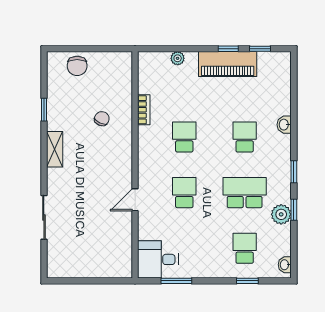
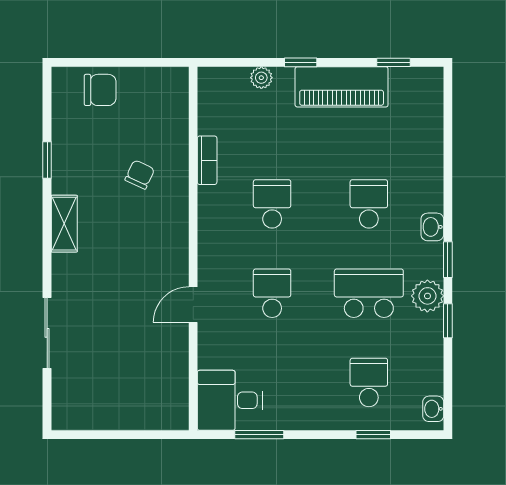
window: (228, 49) -> (301, 62), moved
chair: (77, 66) -> (100, 90), turned -90
washbasin: (284, 125) -> (432, 227), moved
plant: (281, 214) -> (427, 296), moved

